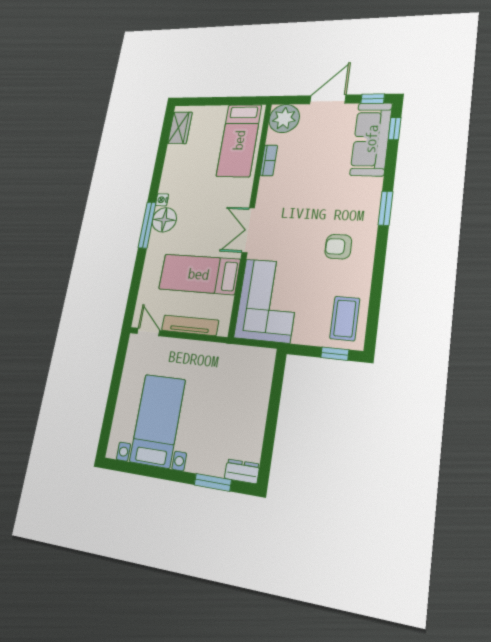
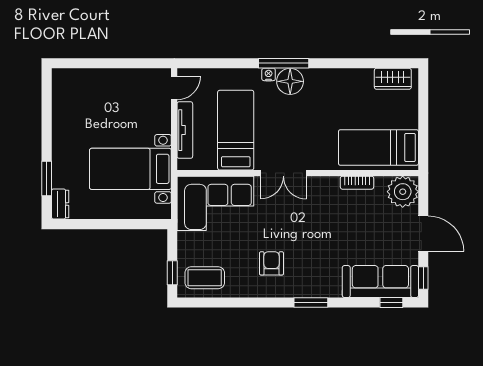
nightstand: (162, 200) -> (269, 74), moved
double door: (248, 230) -> (283, 173), swing flipped
bed with nightstands: (158, 421) -> (130, 169), moved, turned 180

